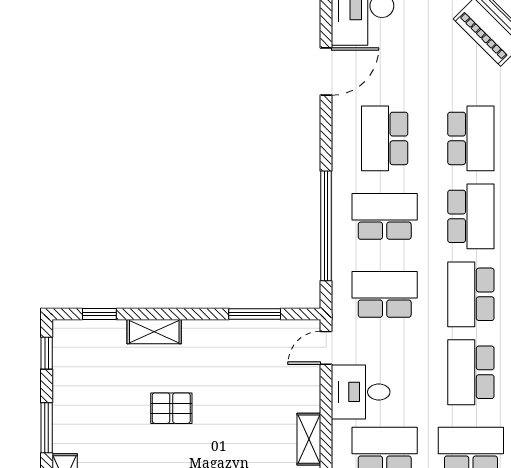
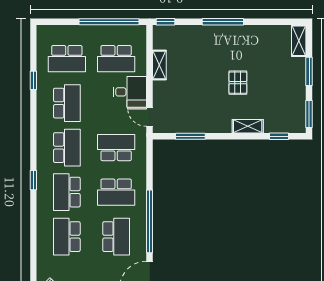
window: (326, 226) -> (150, 221), moved
school desk: (385, 294) -> (116, 148), turned 180
door: (326, 348) -> (150, 117), swing flipped
window: (47, 353) -> (309, 114), width x1.50
pallet: (171, 408) -> (238, 83), turned 90

